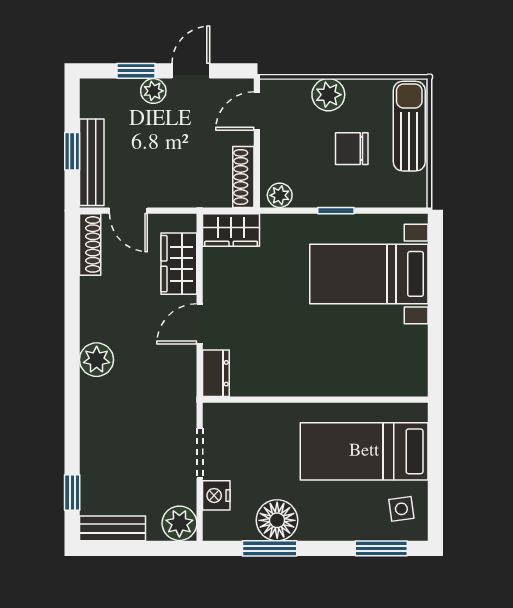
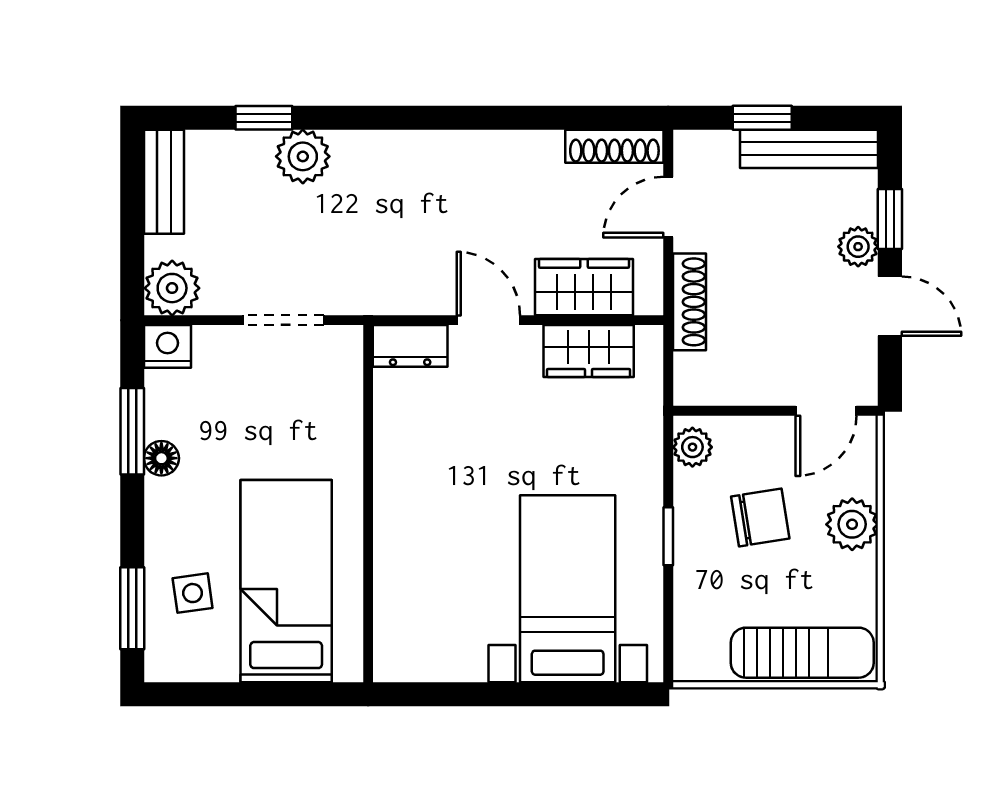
door: (257, 111) -> (826, 411), swing flipped
chair: (352, 149) -> (760, 517), moved, turned 81
bench: (92, 162) -> (809, 149), moved
shoe rack: (243, 177) -> (690, 302), moved, turned 90
wardrobe: (231, 230) -> (589, 351), moved, turned -90
plant: (97, 360) -> (303, 156), moved
window: (72, 492) -> (264, 118), moved
nightstand: (216, 495) -> (167, 346), moved
side table: (401, 509) -> (193, 593), moved
floor lamp: (277, 520) -> (161, 458), width x0.53, depth x0.53

